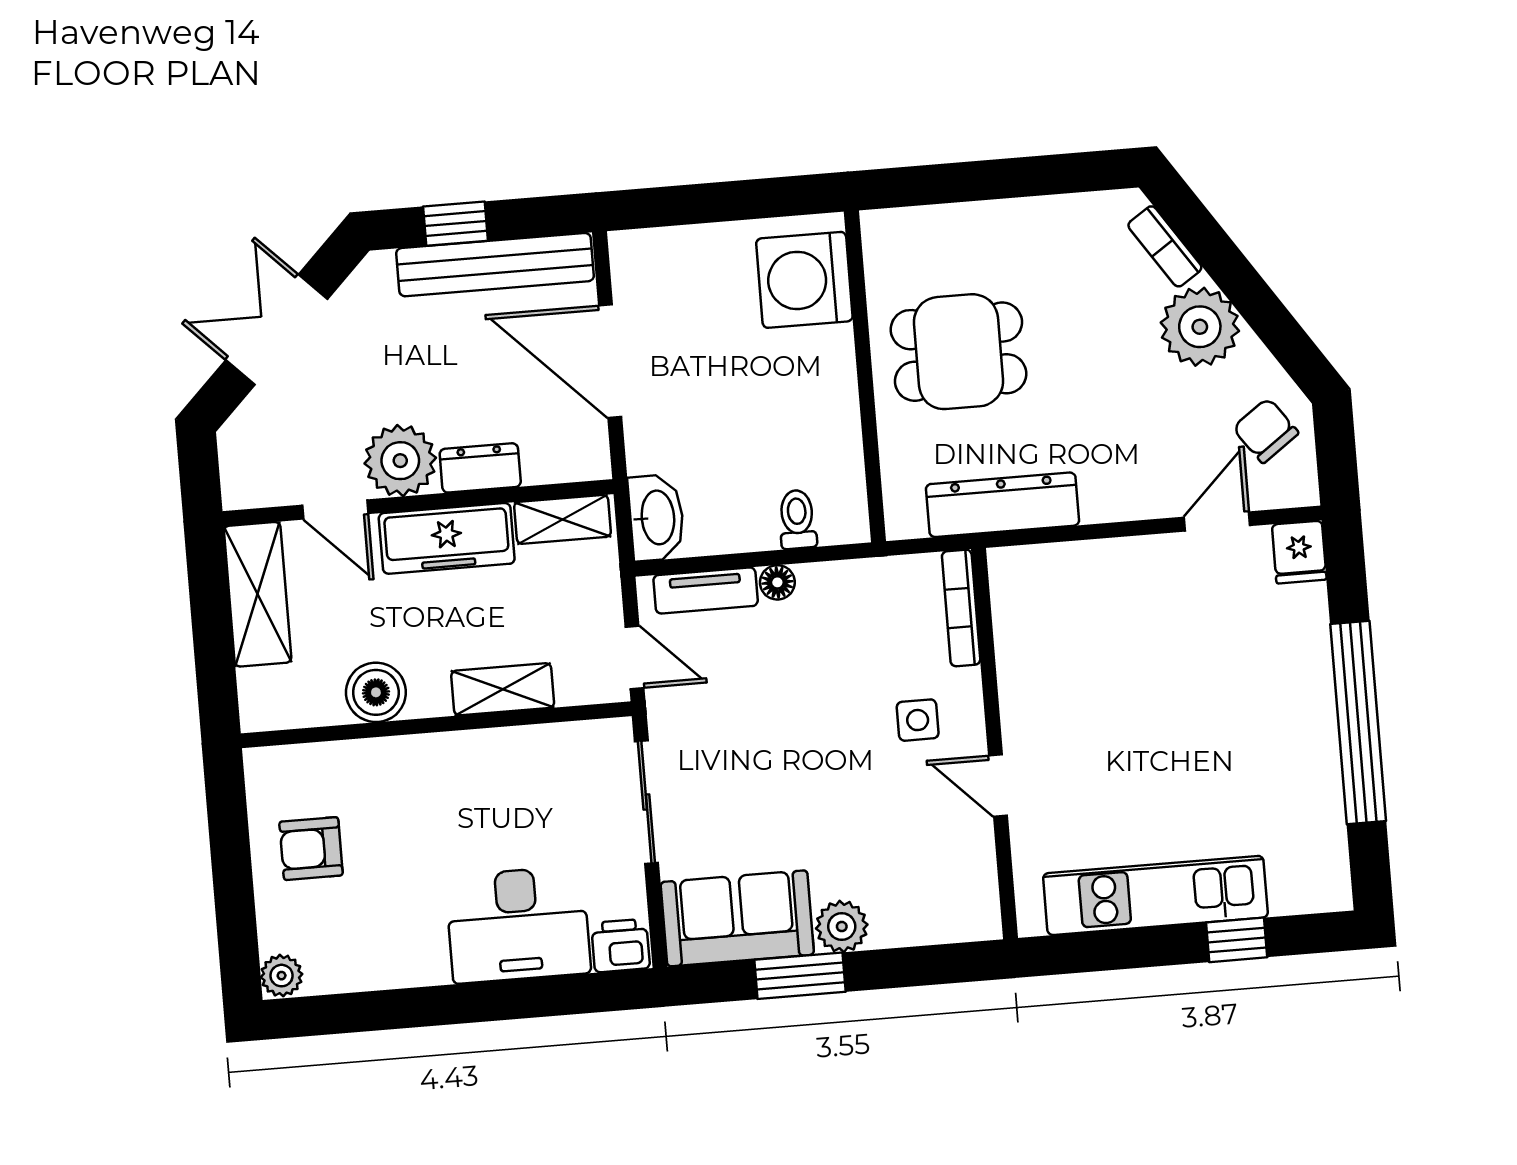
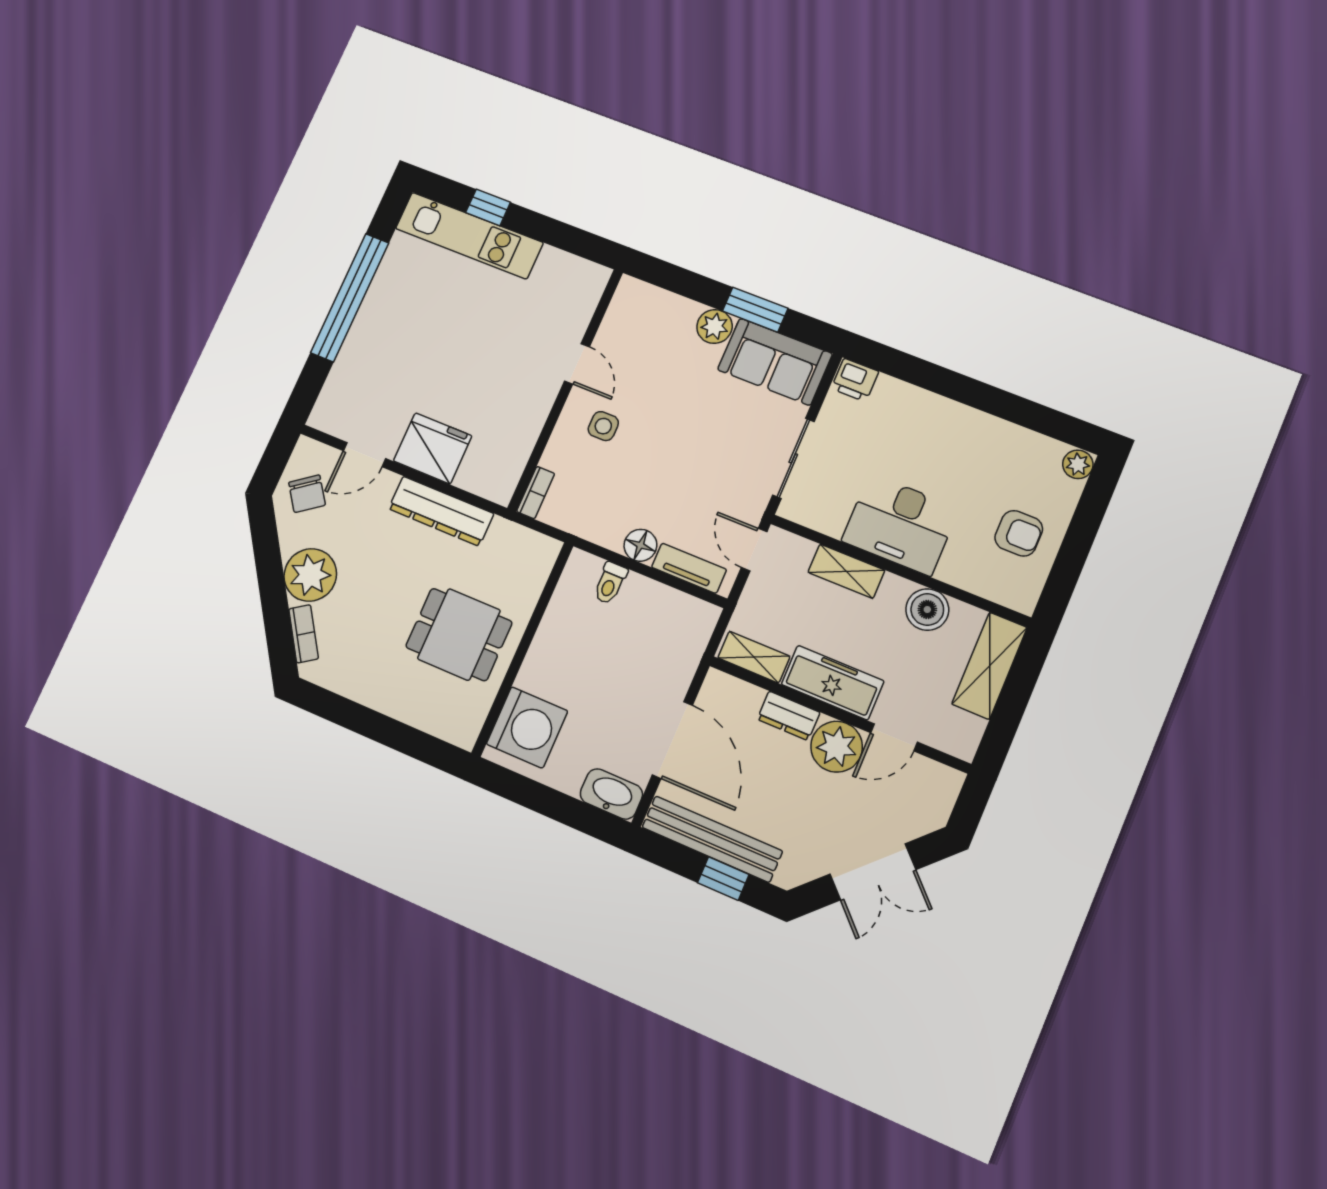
dresser: (1002, 505) -> (441, 511), moved
door: (335, 509) -> (894, 737), swing flipped
washbasin: (656, 518) -> (611, 794), moved, turned 90
fridge: (1299, 552) -> (433, 448), moved, width x1.88, depth x1.34
floor lamp: (777, 582) -> (640, 545), width x1.37, depth x1.37
shelving: (258, 594) -> (990, 666), moved
bookcase: (961, 608) -> (536, 493), width x0.64
kitchen unit: (1155, 895) -> (469, 236), moved
desk: (518, 925) -> (900, 525), moved, turned 180

